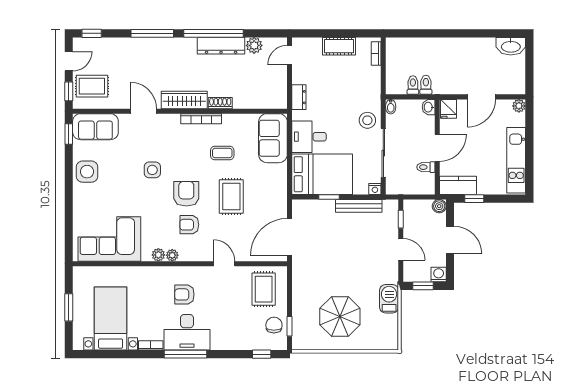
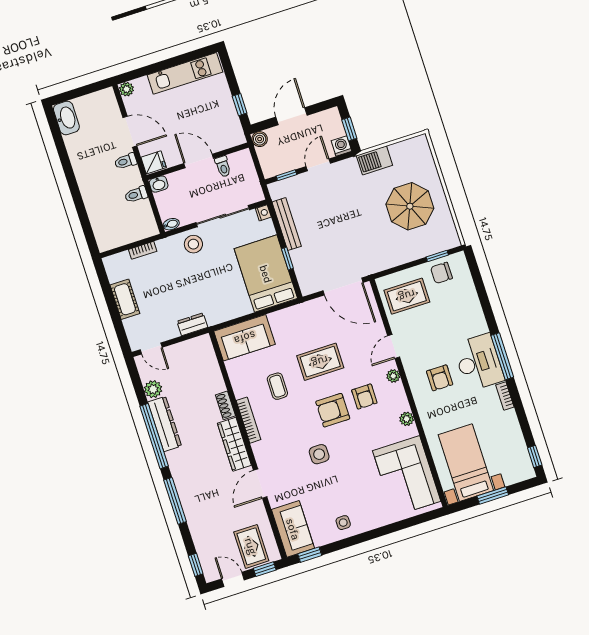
bookcase: (376, 53) -> (143, 250), moved
toilet: (413, 85) -> (126, 161), moved
desk: (309, 137) -> (231, 300), removed
side table: (87, 172) -> (343, 523), width x0.54, depth x0.54
kitchen counter: (458, 185) -> (231, 126), removed
plant: (172, 255) -> (393, 376), moved
washing machine: (439, 274) -> (341, 146), moved, turned 90
bed with nightstands: (111, 318) -> (466, 463), moved, turned 90
window: (262, 354) -> (535, 456), moved

